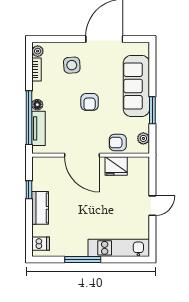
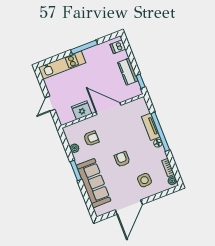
door: (82, 155) -> (108, 109), moved
wall: (91, 155) -> (102, 111), moved
fridge: (116, 166) -> (82, 110), moved

